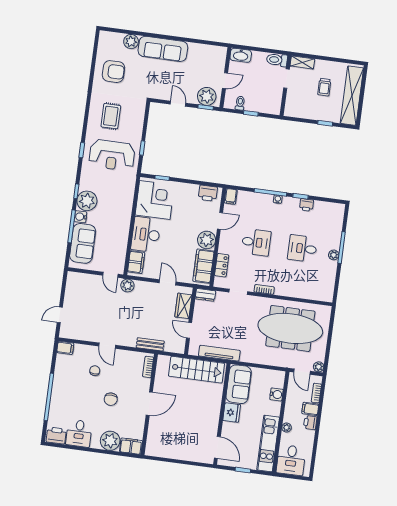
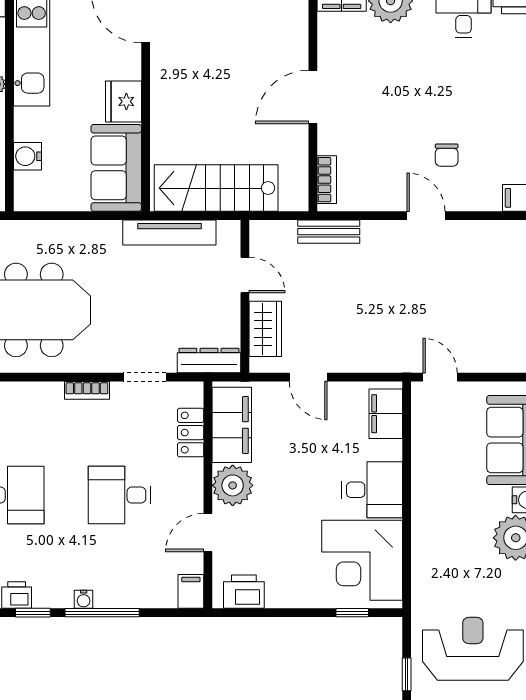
desk: (146, 234) -> (372, 490), width x0.73
plant: (127, 286) -> (398, 358), removed
dresser: (205, 295) -> (209, 361), width x1.44
chair: (111, 399) -> (402, 95), removed

